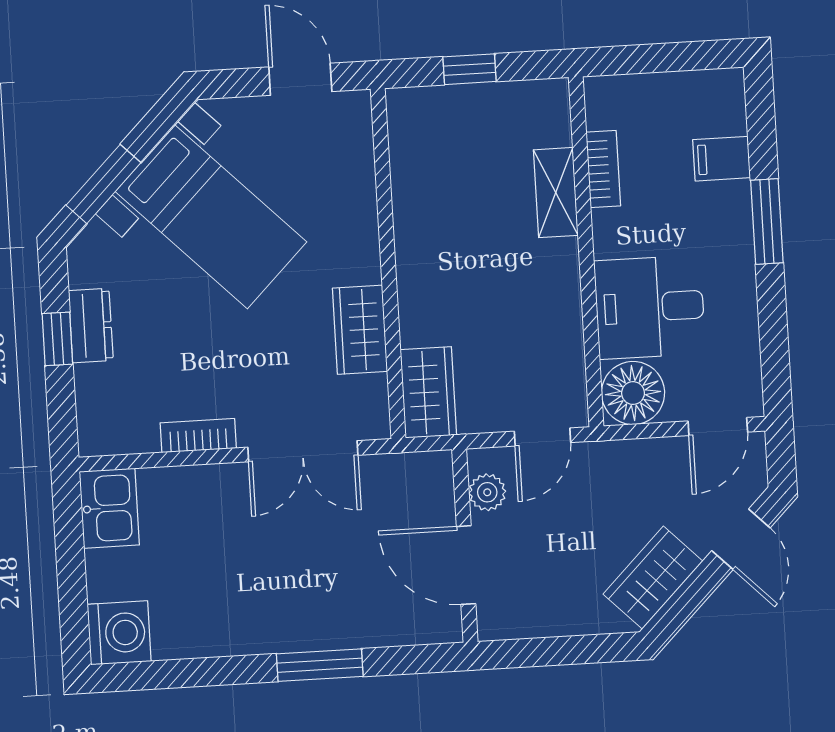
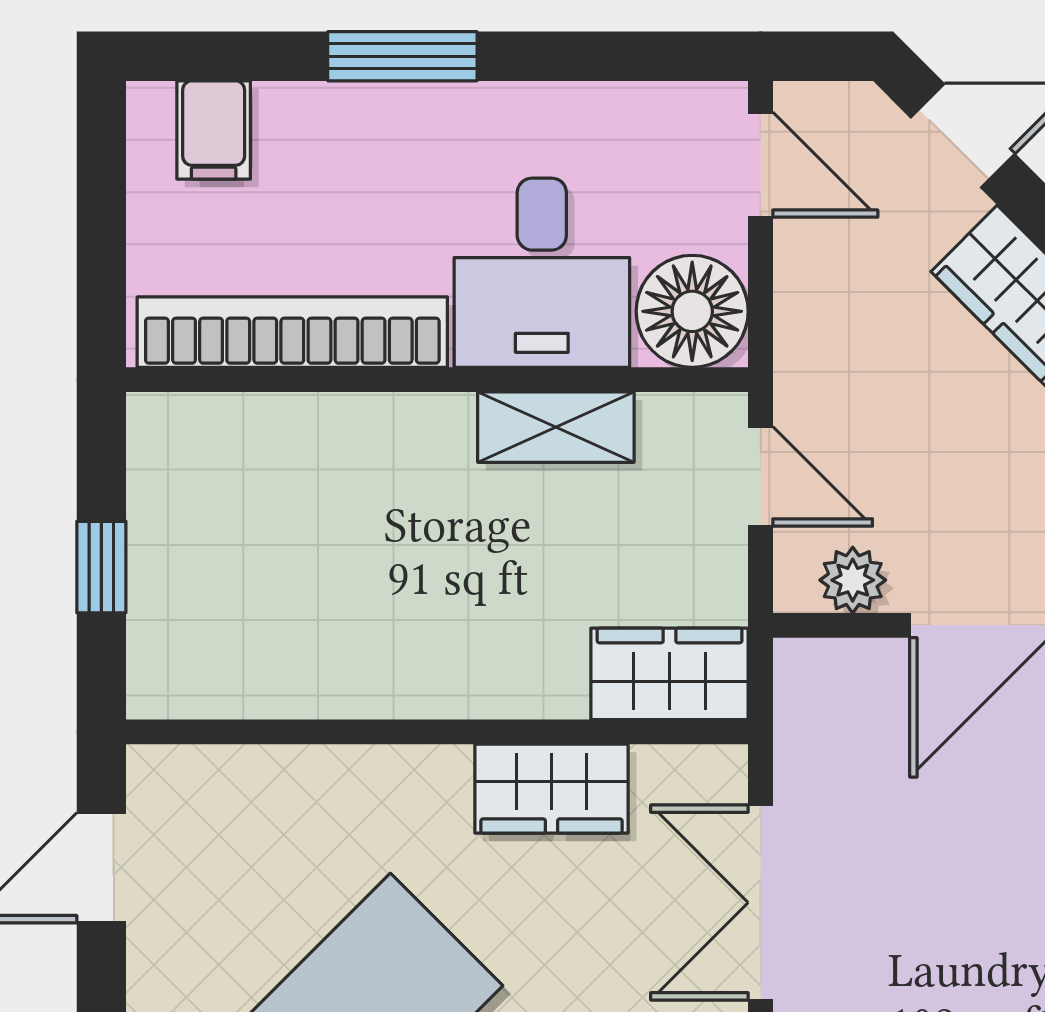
filing cabinet: (722, 159) -> (214, 130), moved
bookcase: (603, 169) -> (292, 332), width x2.31, depth x1.31
shelving: (556, 193) -> (556, 427), moved
double door: (303, 451) -> (761, 903), swing flipped

